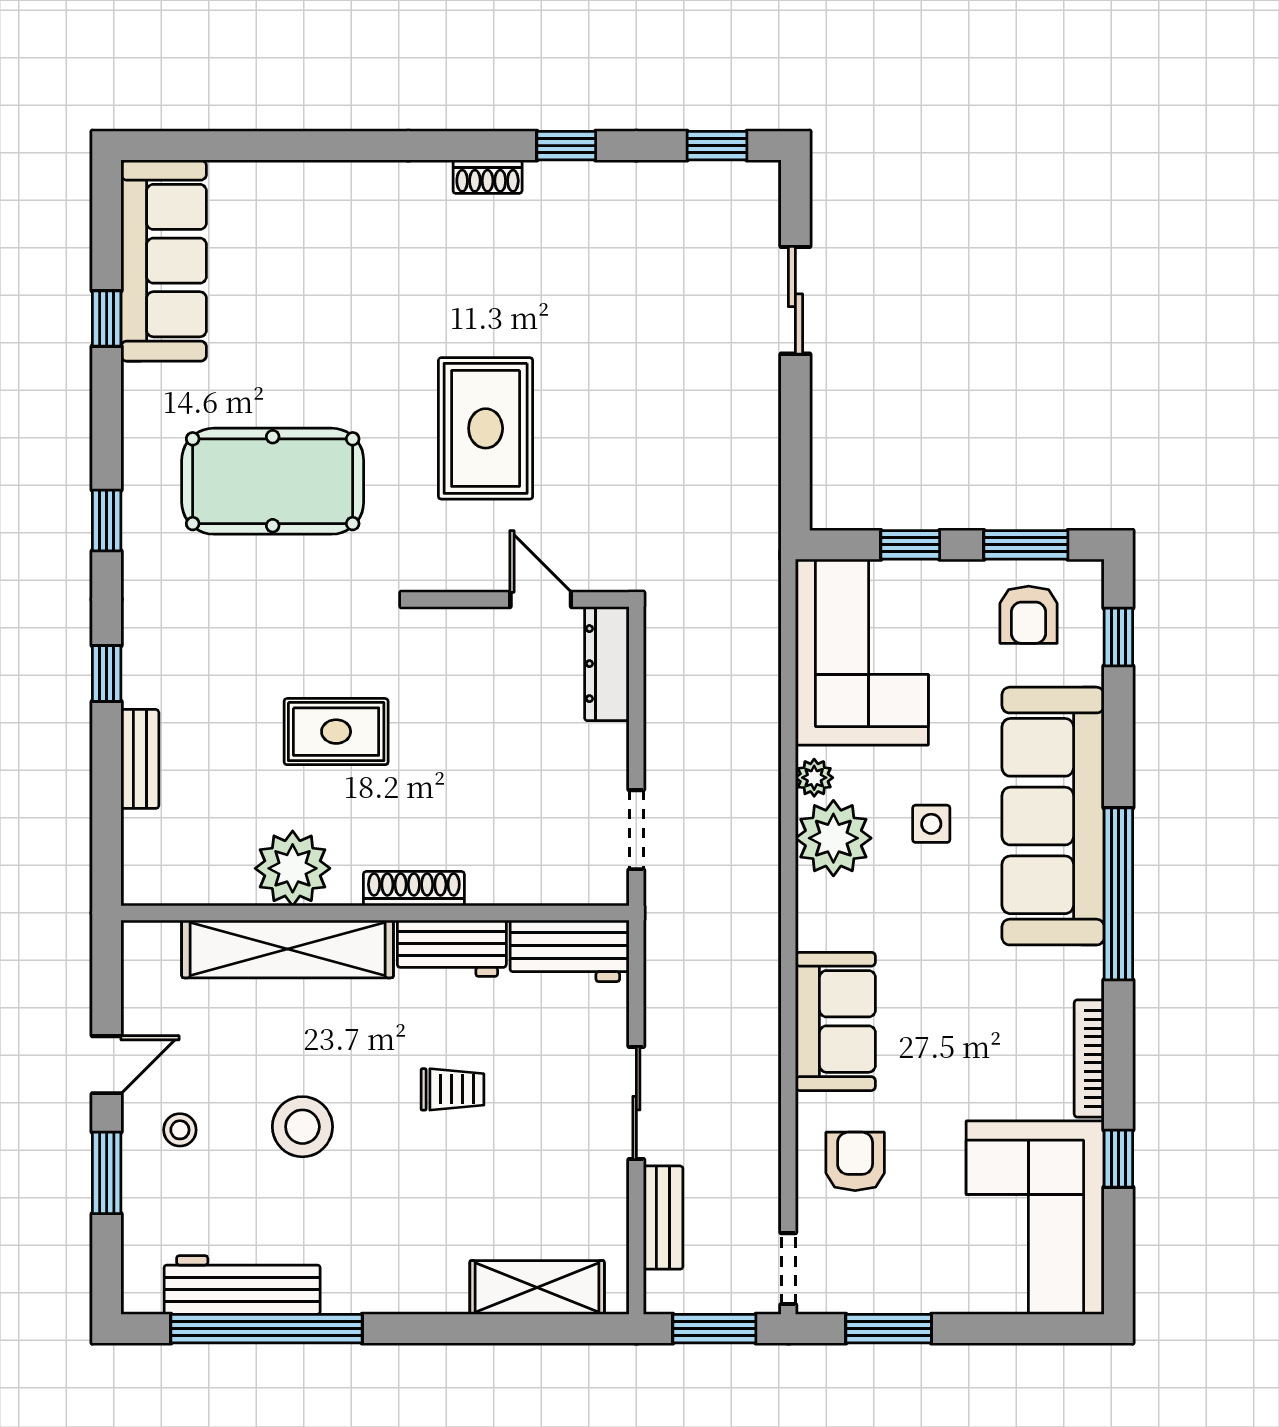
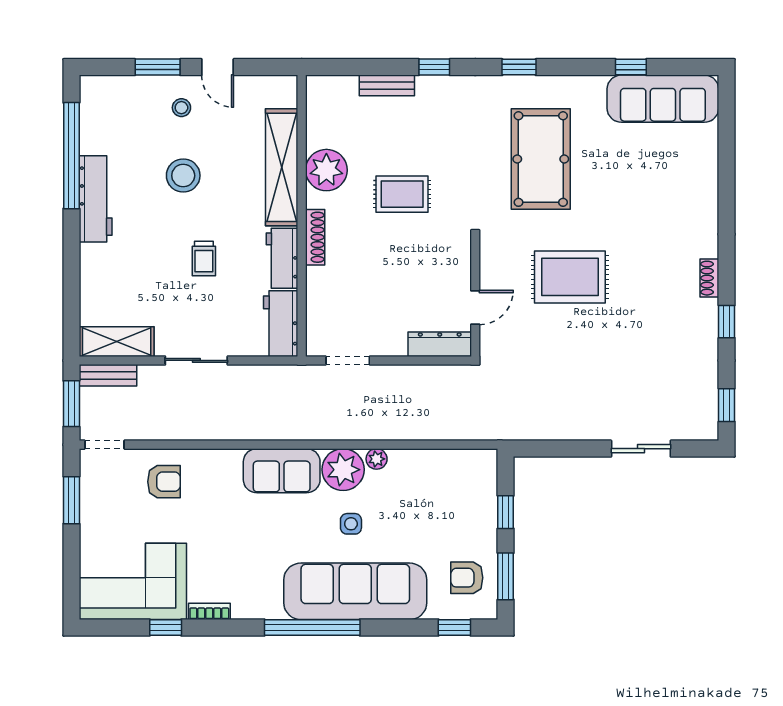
corner sofa: (862, 652) -> (446, 485), removed
rug: (336, 732) -> (402, 194), turned 90
sofa: (835, 1021) -> (282, 471), moved
bookcase: (1089, 1058) -> (209, 611), width x0.64
bench: (663, 1218) -> (108, 375), moved
workbench: (242, 1285) -> (96, 199), moved
shelving: (537, 1287) -> (117, 342), moved, turned 90

